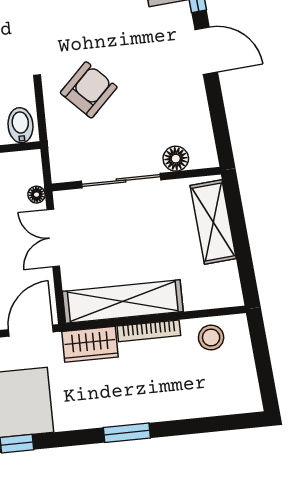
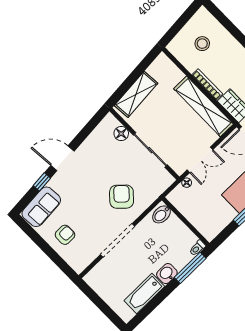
door: (206, 51) -> (62, 158), hinge flipped
armchair: (89, 90) -> (122, 197), turned 88
stool: (211, 337) -> (202, 44), moved

